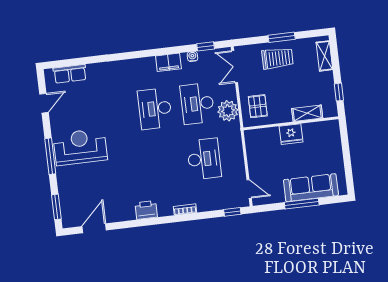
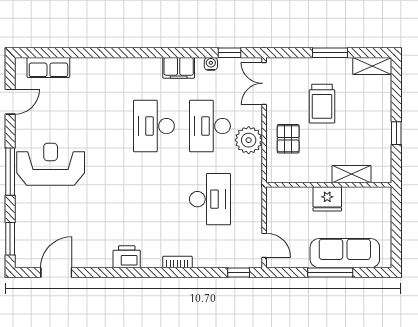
shelving: (324, 56) -> (372, 66), moved, turned 90
trolley: (277, 58) -> (322, 104), moved, turned 90
shelving: (307, 113) -> (351, 174), moved
wall: (291, 123) -> (329, 185), moved
fridge: (291, 134) -> (327, 199), moved

